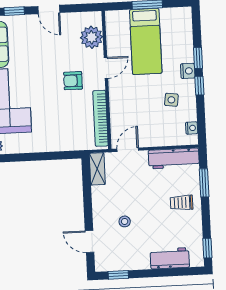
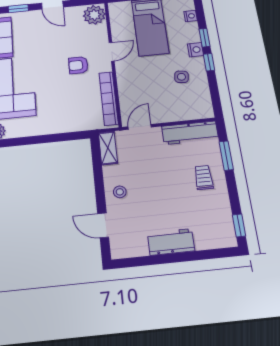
plant: (91, 37) -> (94, 15), moved
nightstand: (192, 128) -> (191, 16), moved
trolley: (182, 203) -> (204, 178), turned 90
stool: (125, 221) -> (120, 192), moved
workbench: (170, 258) -> (171, 242), moved
window: (118, 275) -> (139, 261), removed

